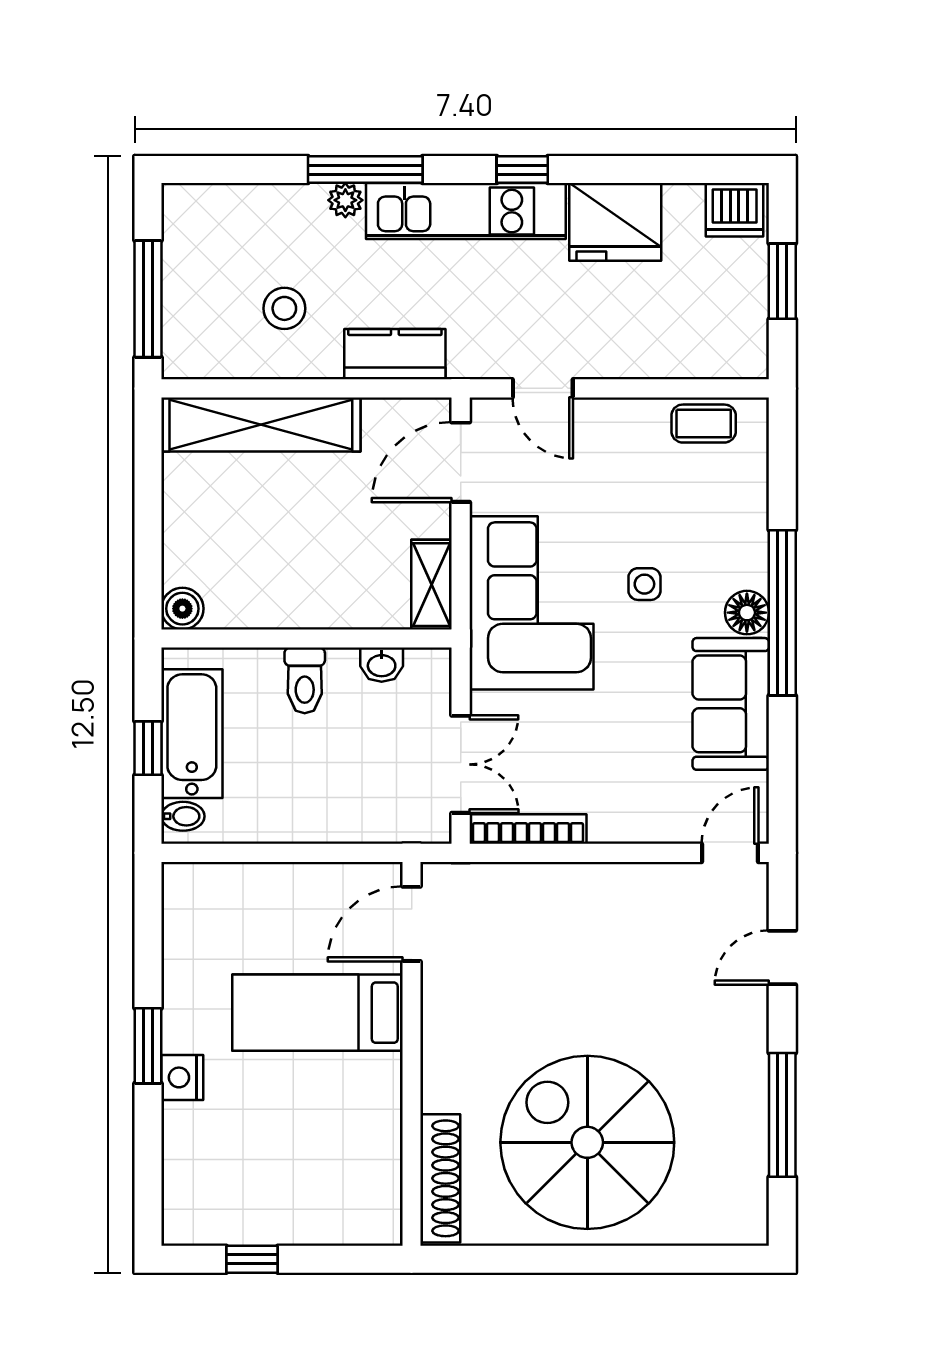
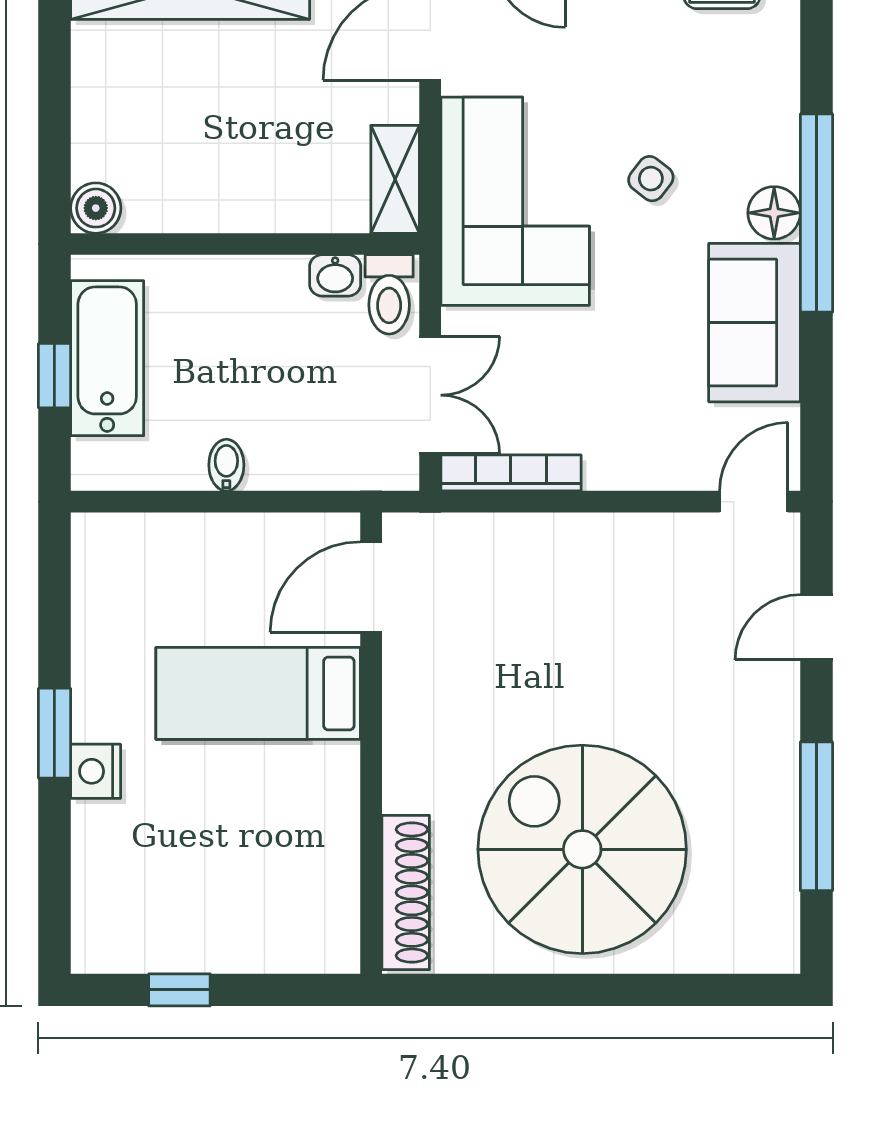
side table: (644, 584) -> (651, 179), turned 38
toilet: (305, 680) -> (389, 294), moved
bidet: (183, 816) -> (226, 465), moved, turned -90

